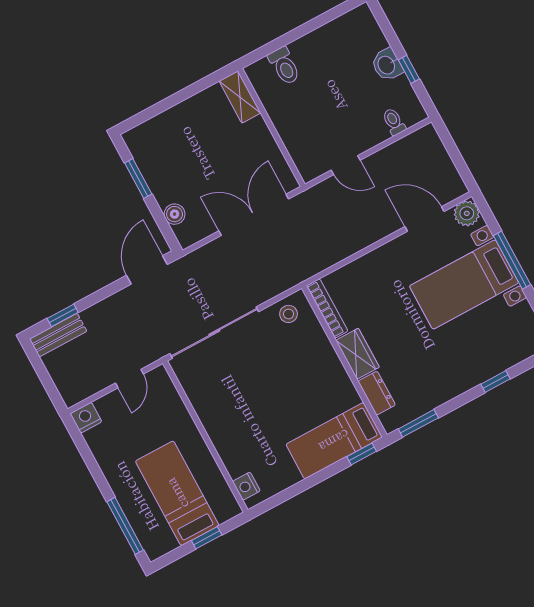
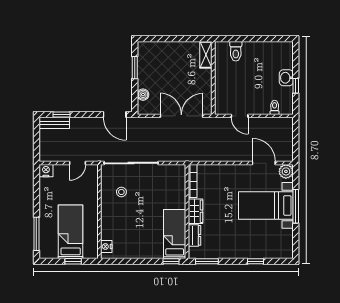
door: (147, 270) -> (115, 115), swing flipped
stool: (289, 314) -> (121, 192), moved
bed: (334, 441) -> (175, 234), moved, turned 90

